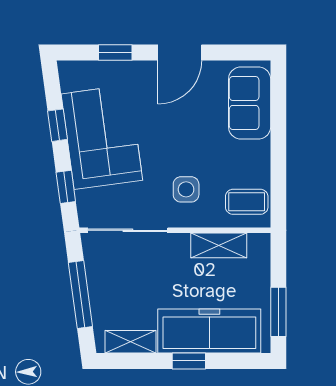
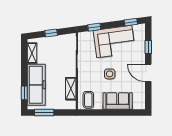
sofa: (250, 103) -> (118, 101), moved
window: (57, 125) -> (131, 22), moved
side table: (186, 189) -> (110, 74), moved
window: (80, 295) -> (51, 33), width x0.46
window: (189, 361) -> (24, 93), moved

